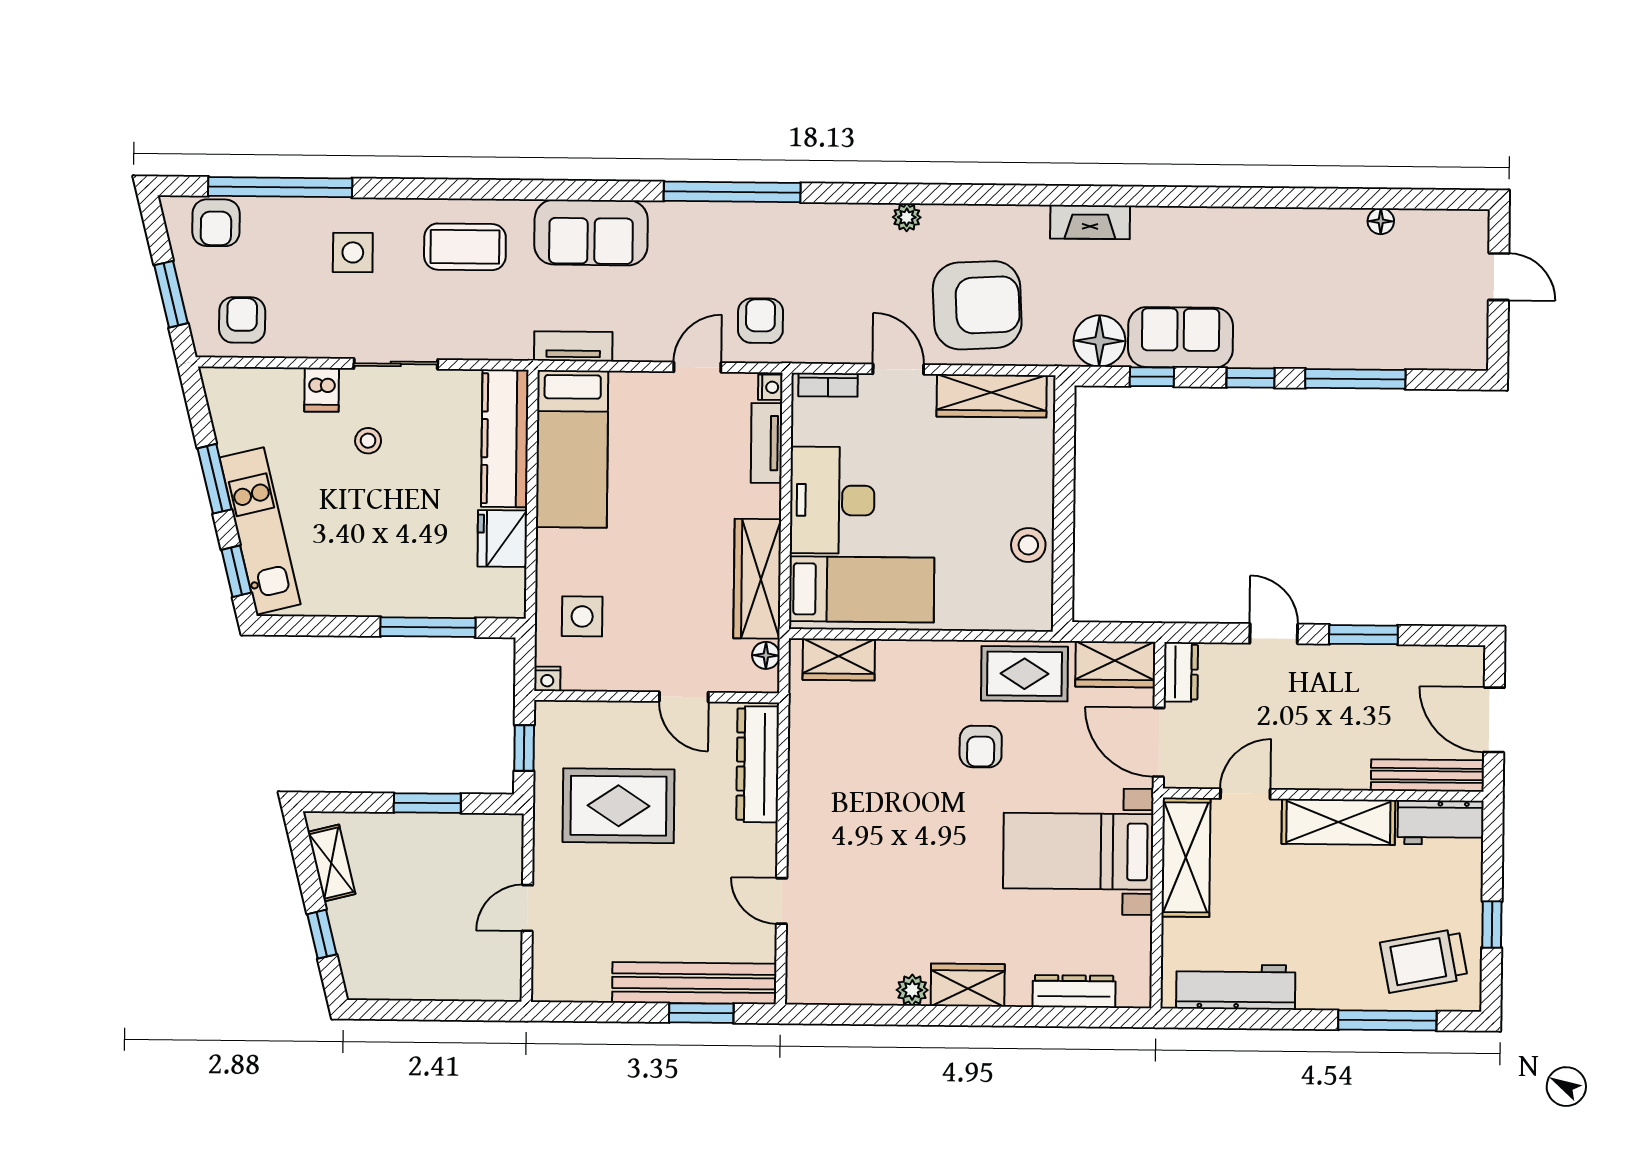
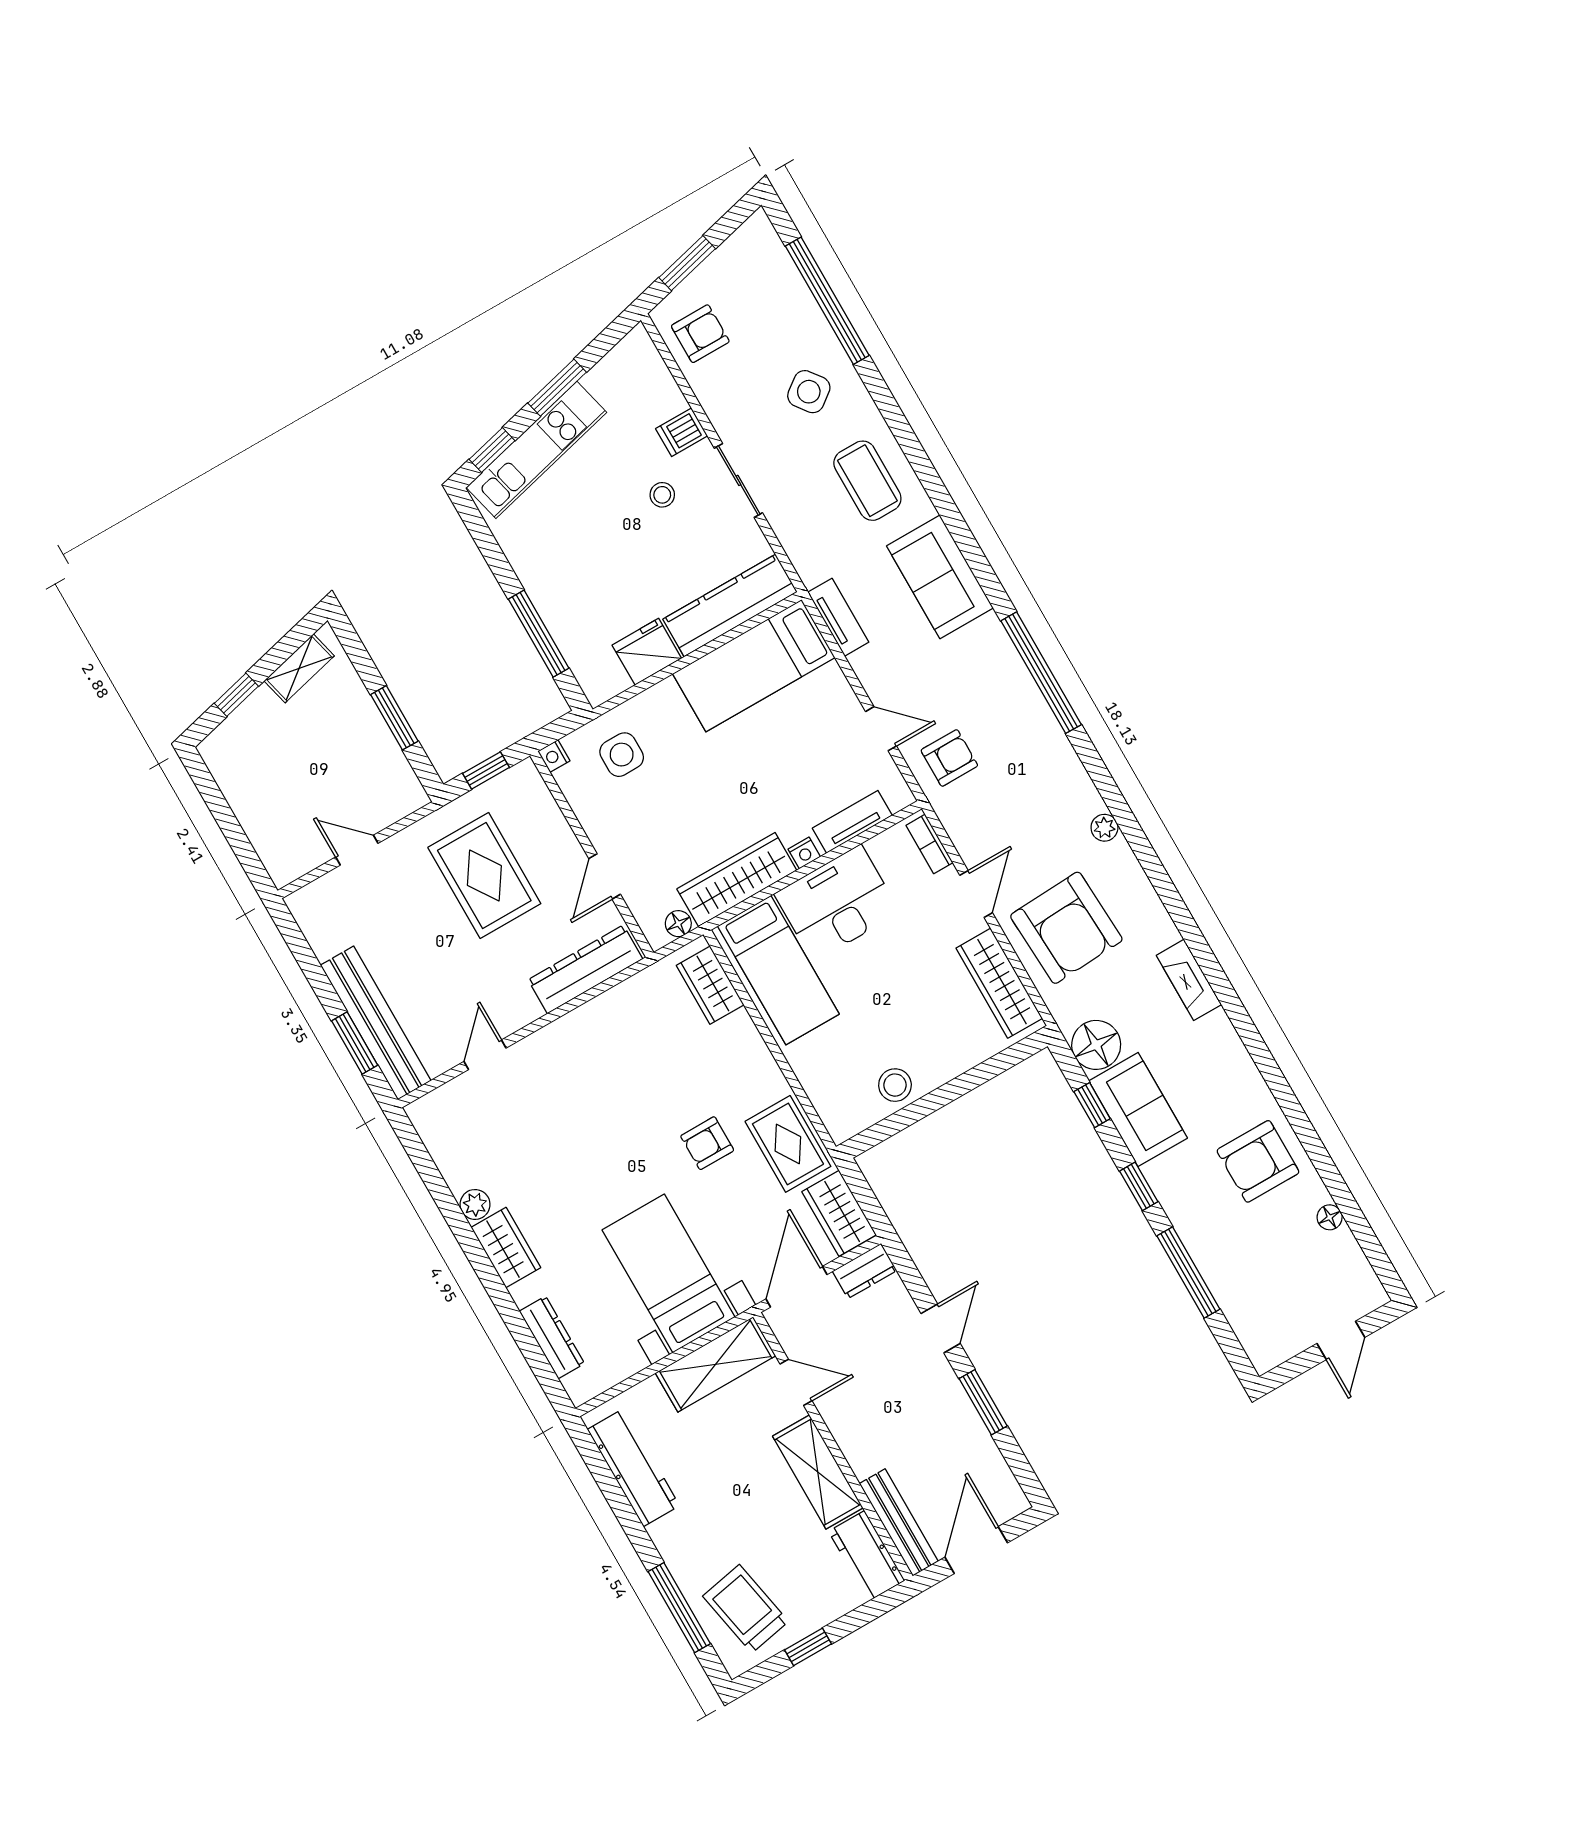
armchair: (216, 223) -> (1258, 1161), moved, width x1.38, depth x1.38
side table: (353, 252) -> (809, 392), turned -37
nightstand: (770, 387) -> (804, 853), moved

